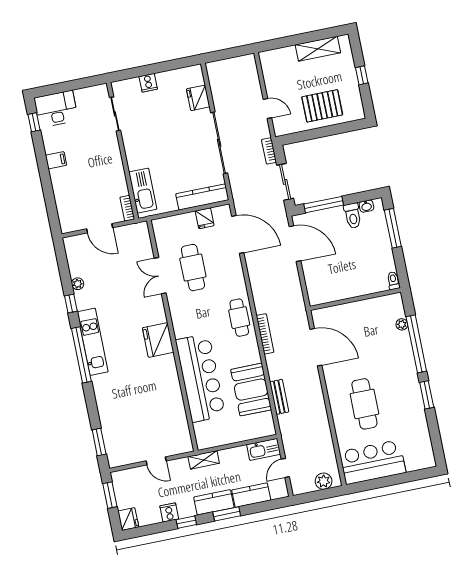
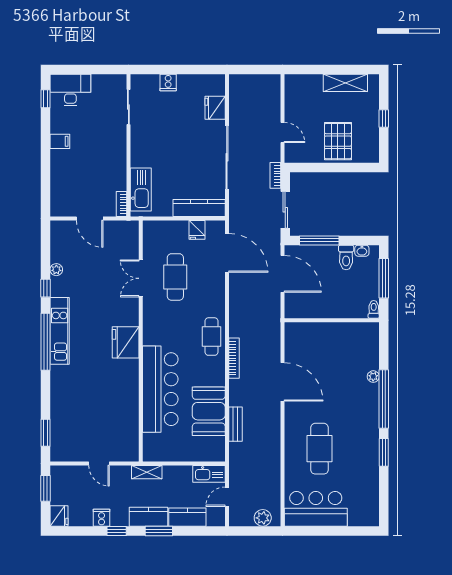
pallet: (322, 106) -> (338, 141), turned 90
toilet: (393, 281) -> (374, 309), moved
wall: (355, 299) -> (332, 320), moved

